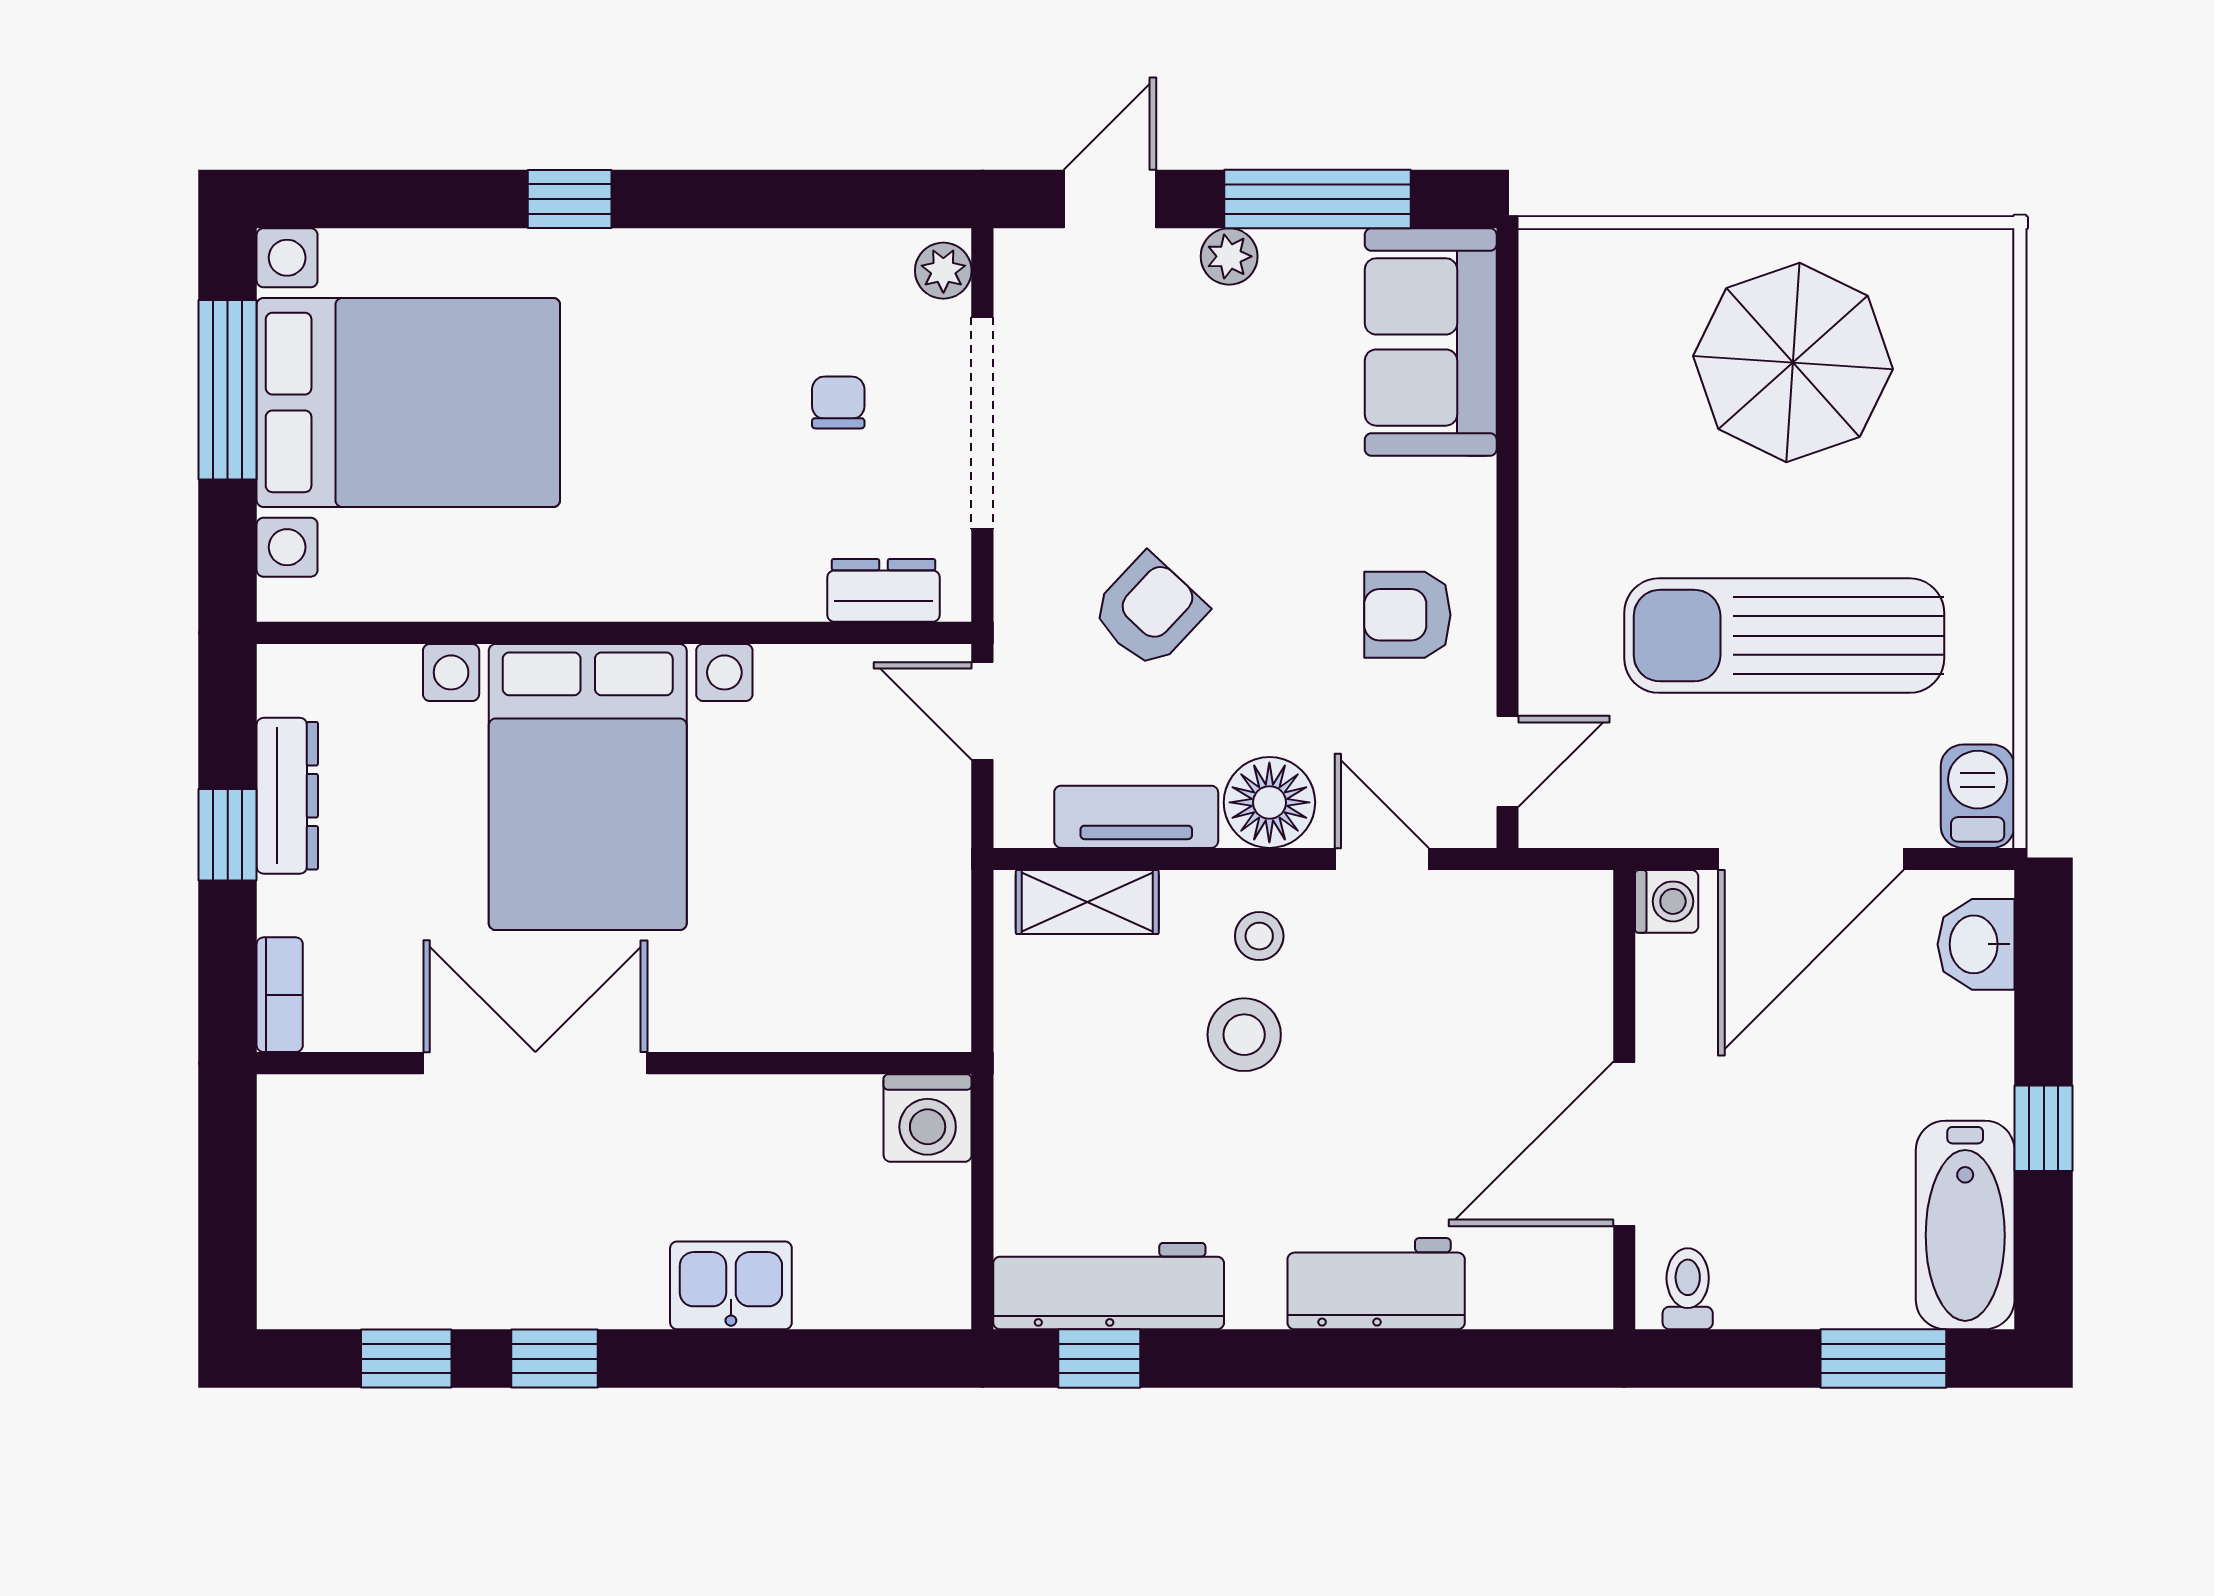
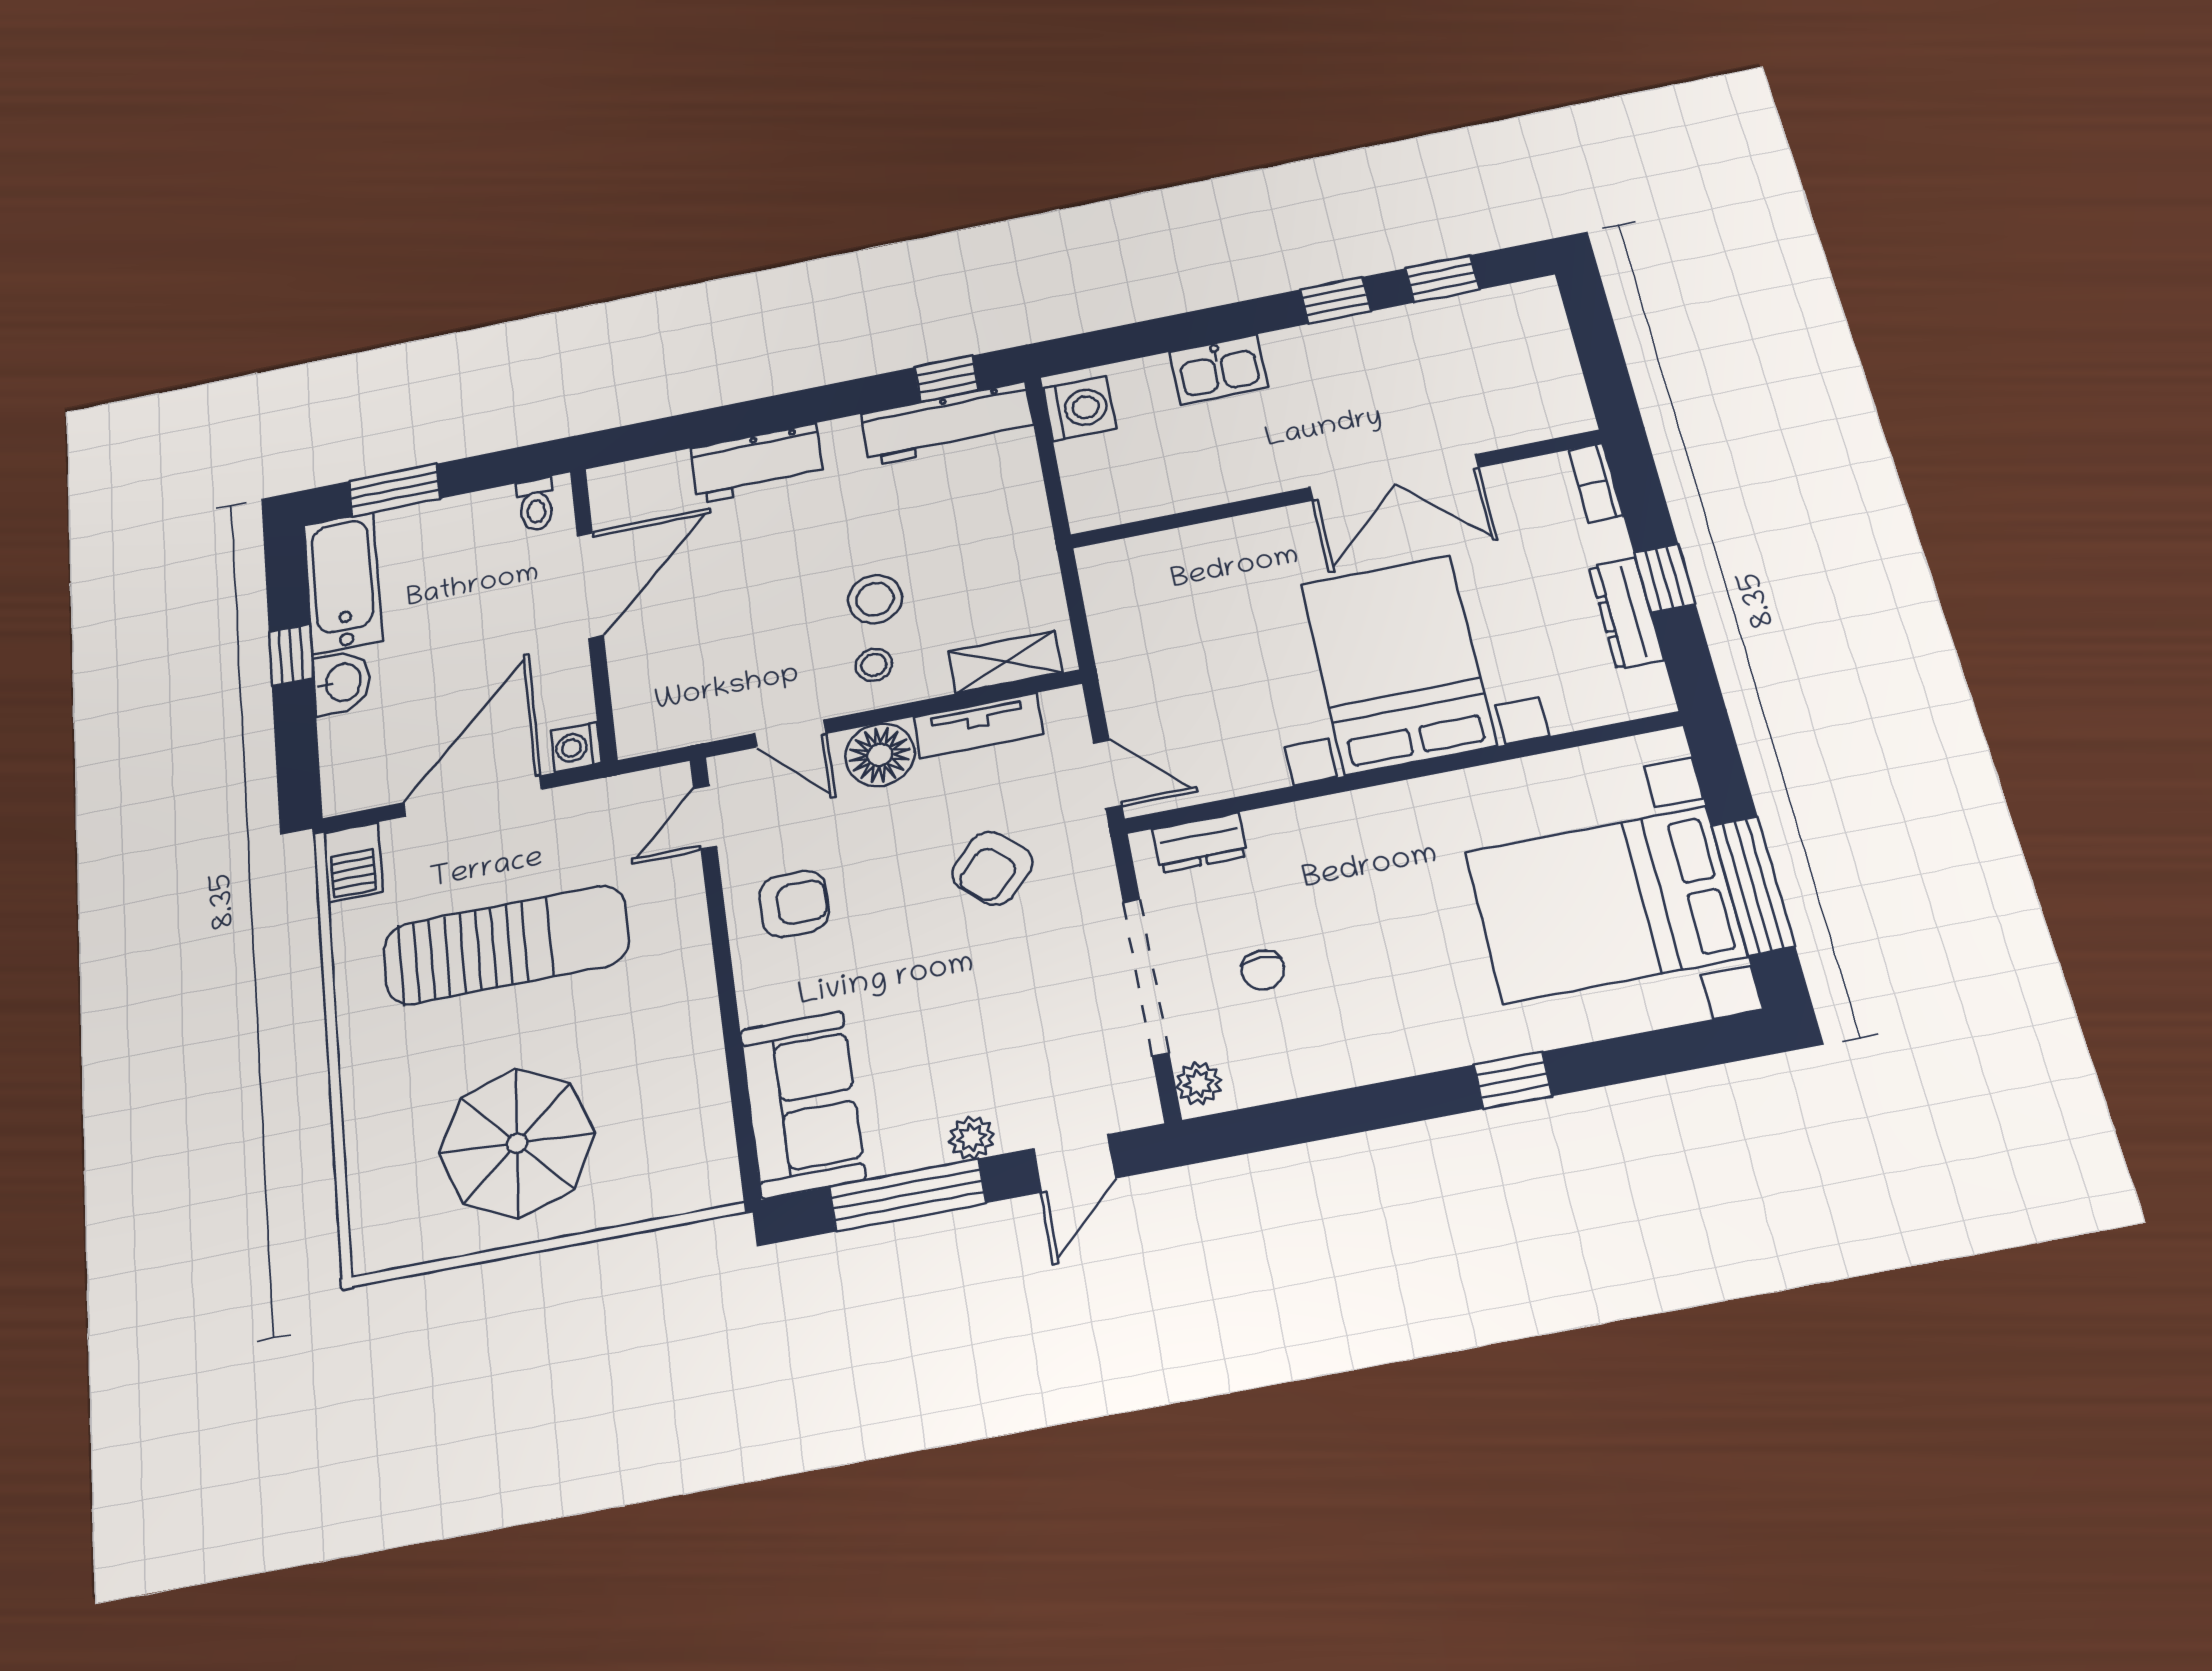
washbasin: (1976, 944) -> (342, 682), moved
washing machine: (928, 1118) -> (1079, 408), moved, turned 90

